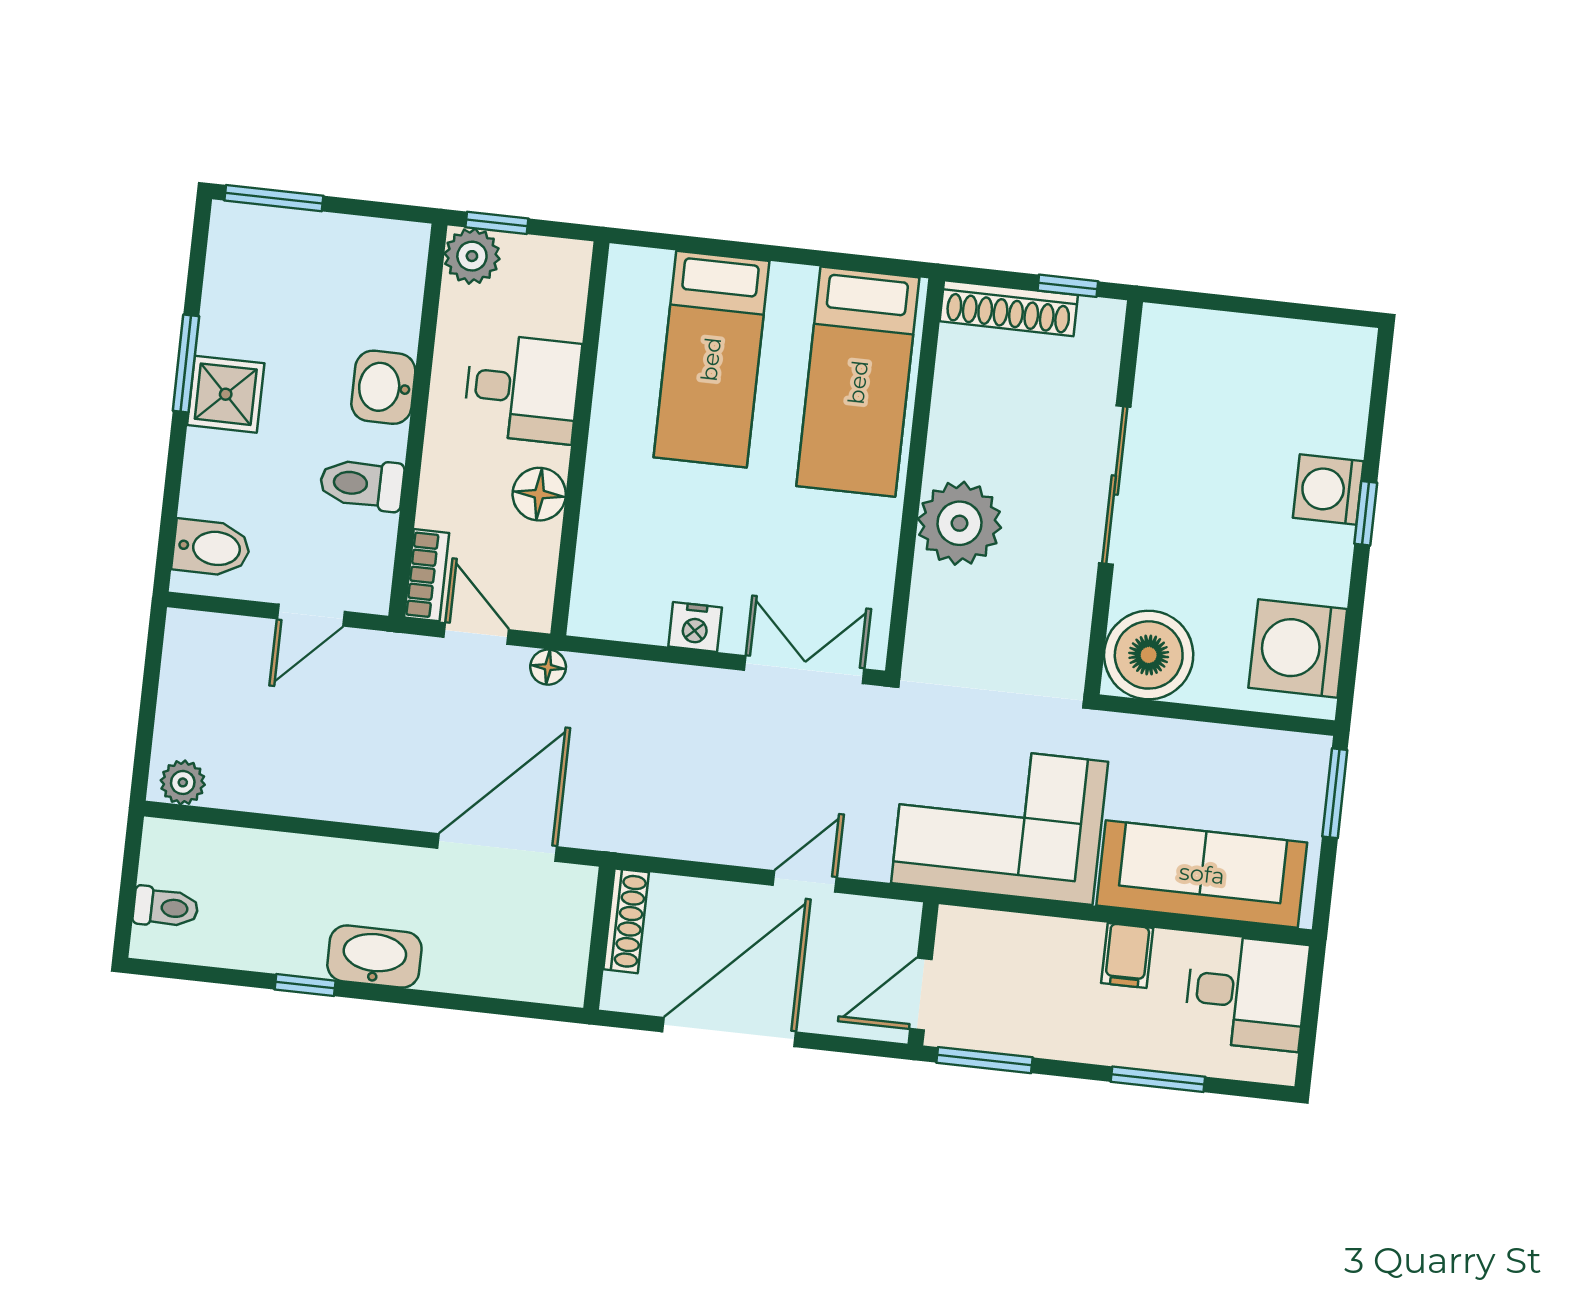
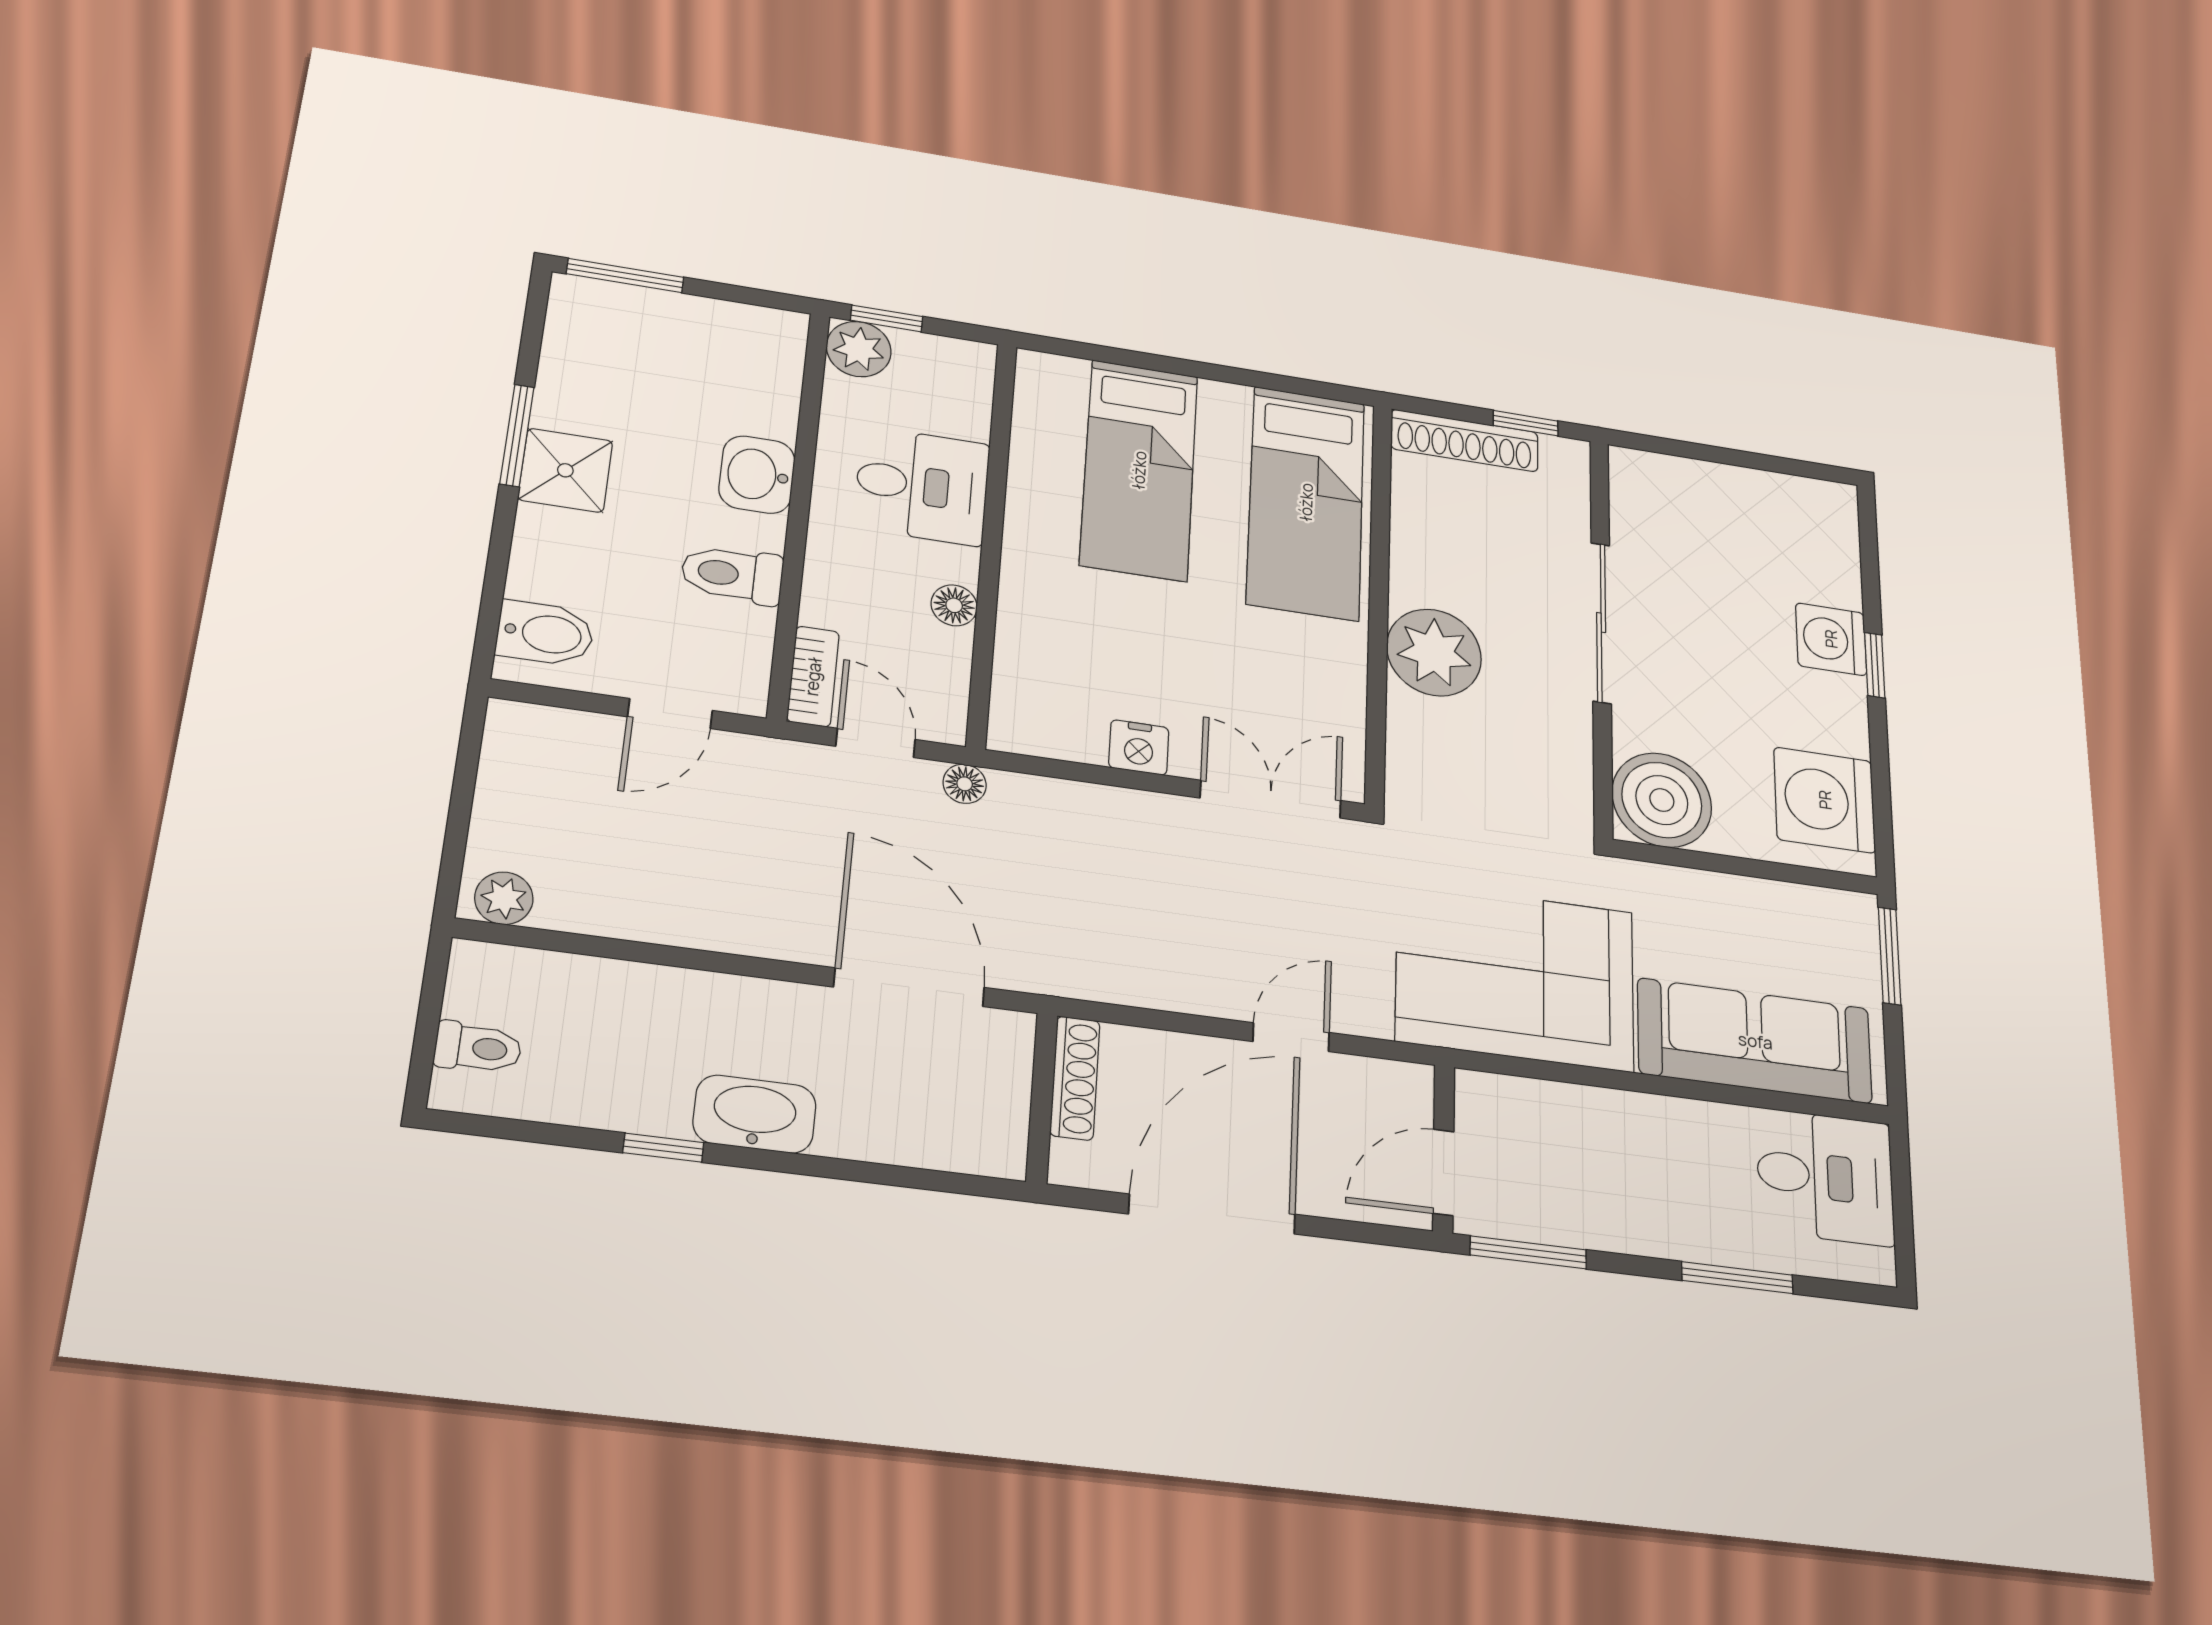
floor lamp: (539, 494) -> (954, 605), width x0.73, depth x0.73
door: (497, 847) -> (909, 987), hinge flipped
filing cabinet: (1127, 956) -> (1682, 1132), removed

